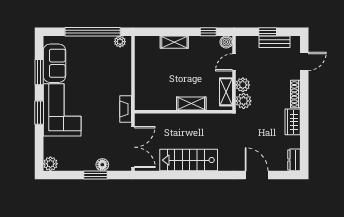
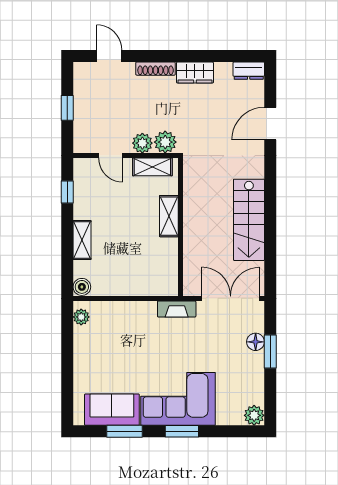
window: (93, 32) -> (67, 356), removed
boiler: (226, 42) -> (82, 287), moved
bench: (274, 42) -> (81, 98), removed

